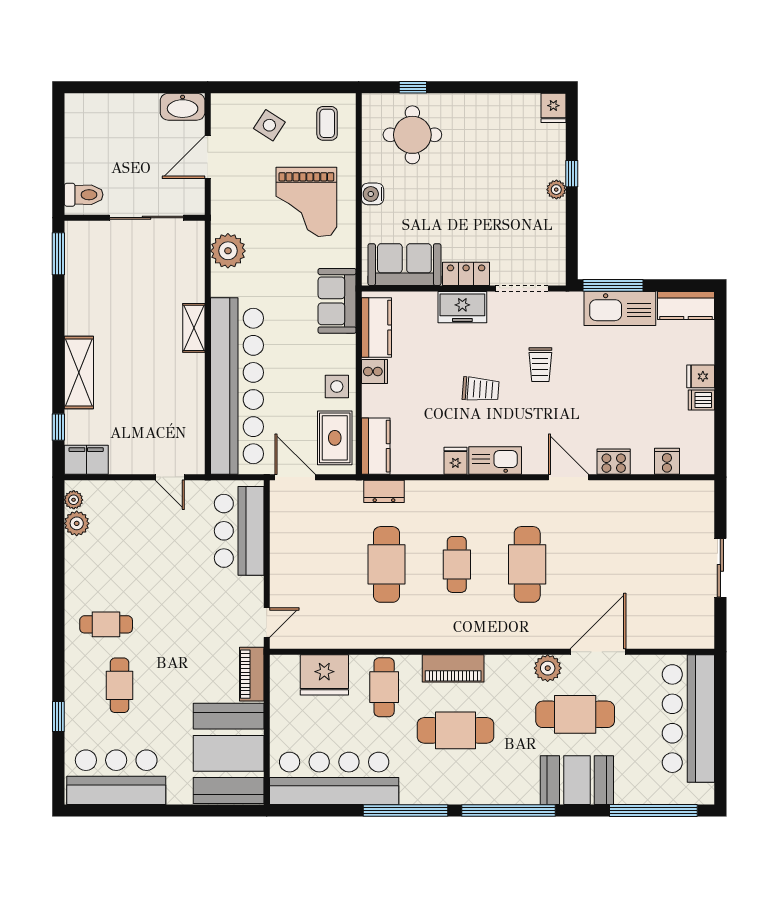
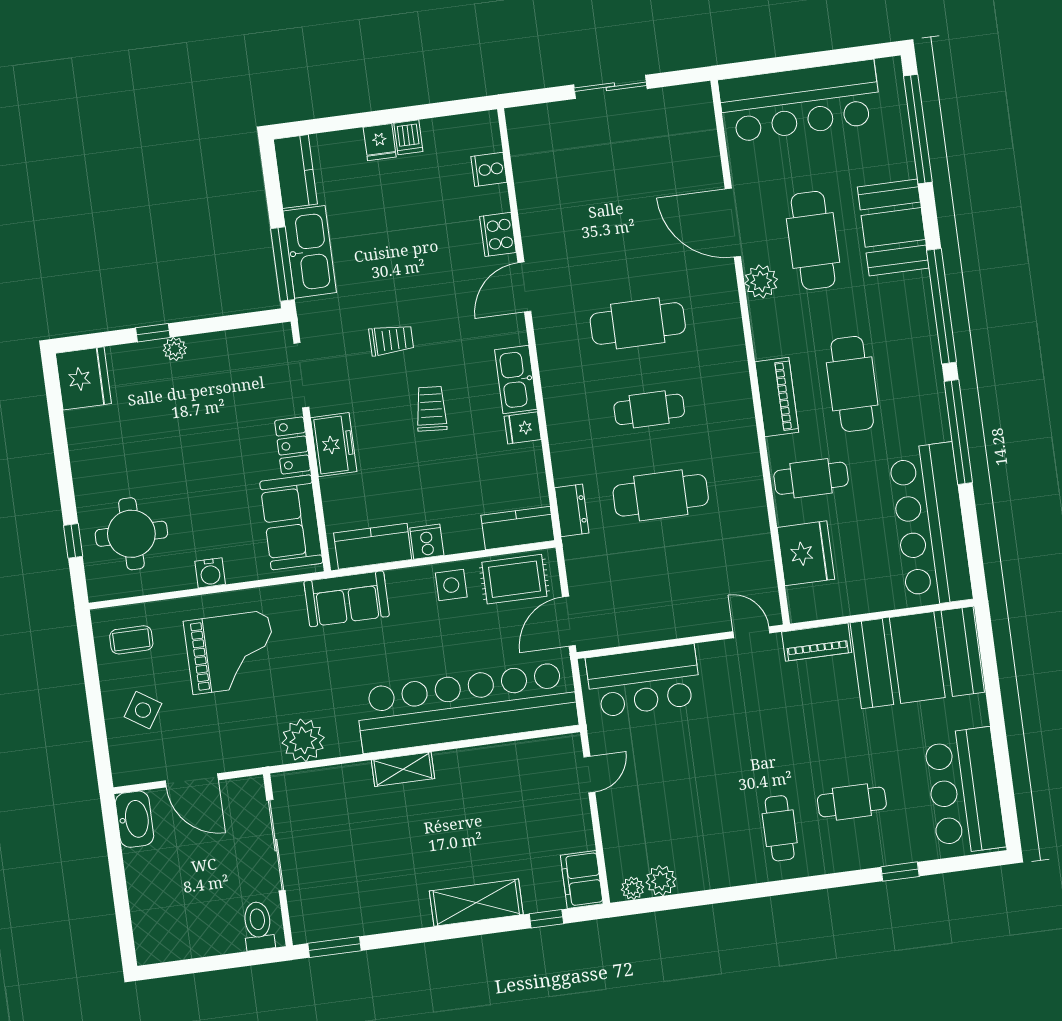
fridge: (553, 108) -> (83, 378), width x1.88, depth x1.34

